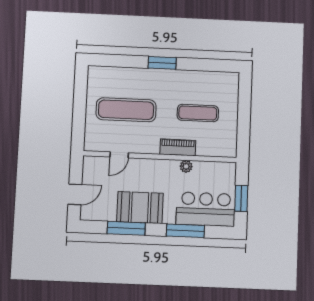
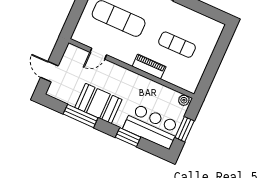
plant: (186, 166) -> (184, 100), moved
door: (75, 194) -> (49, 72), swing flipped
window: (185, 231) -> (128, 137), width x0.69

